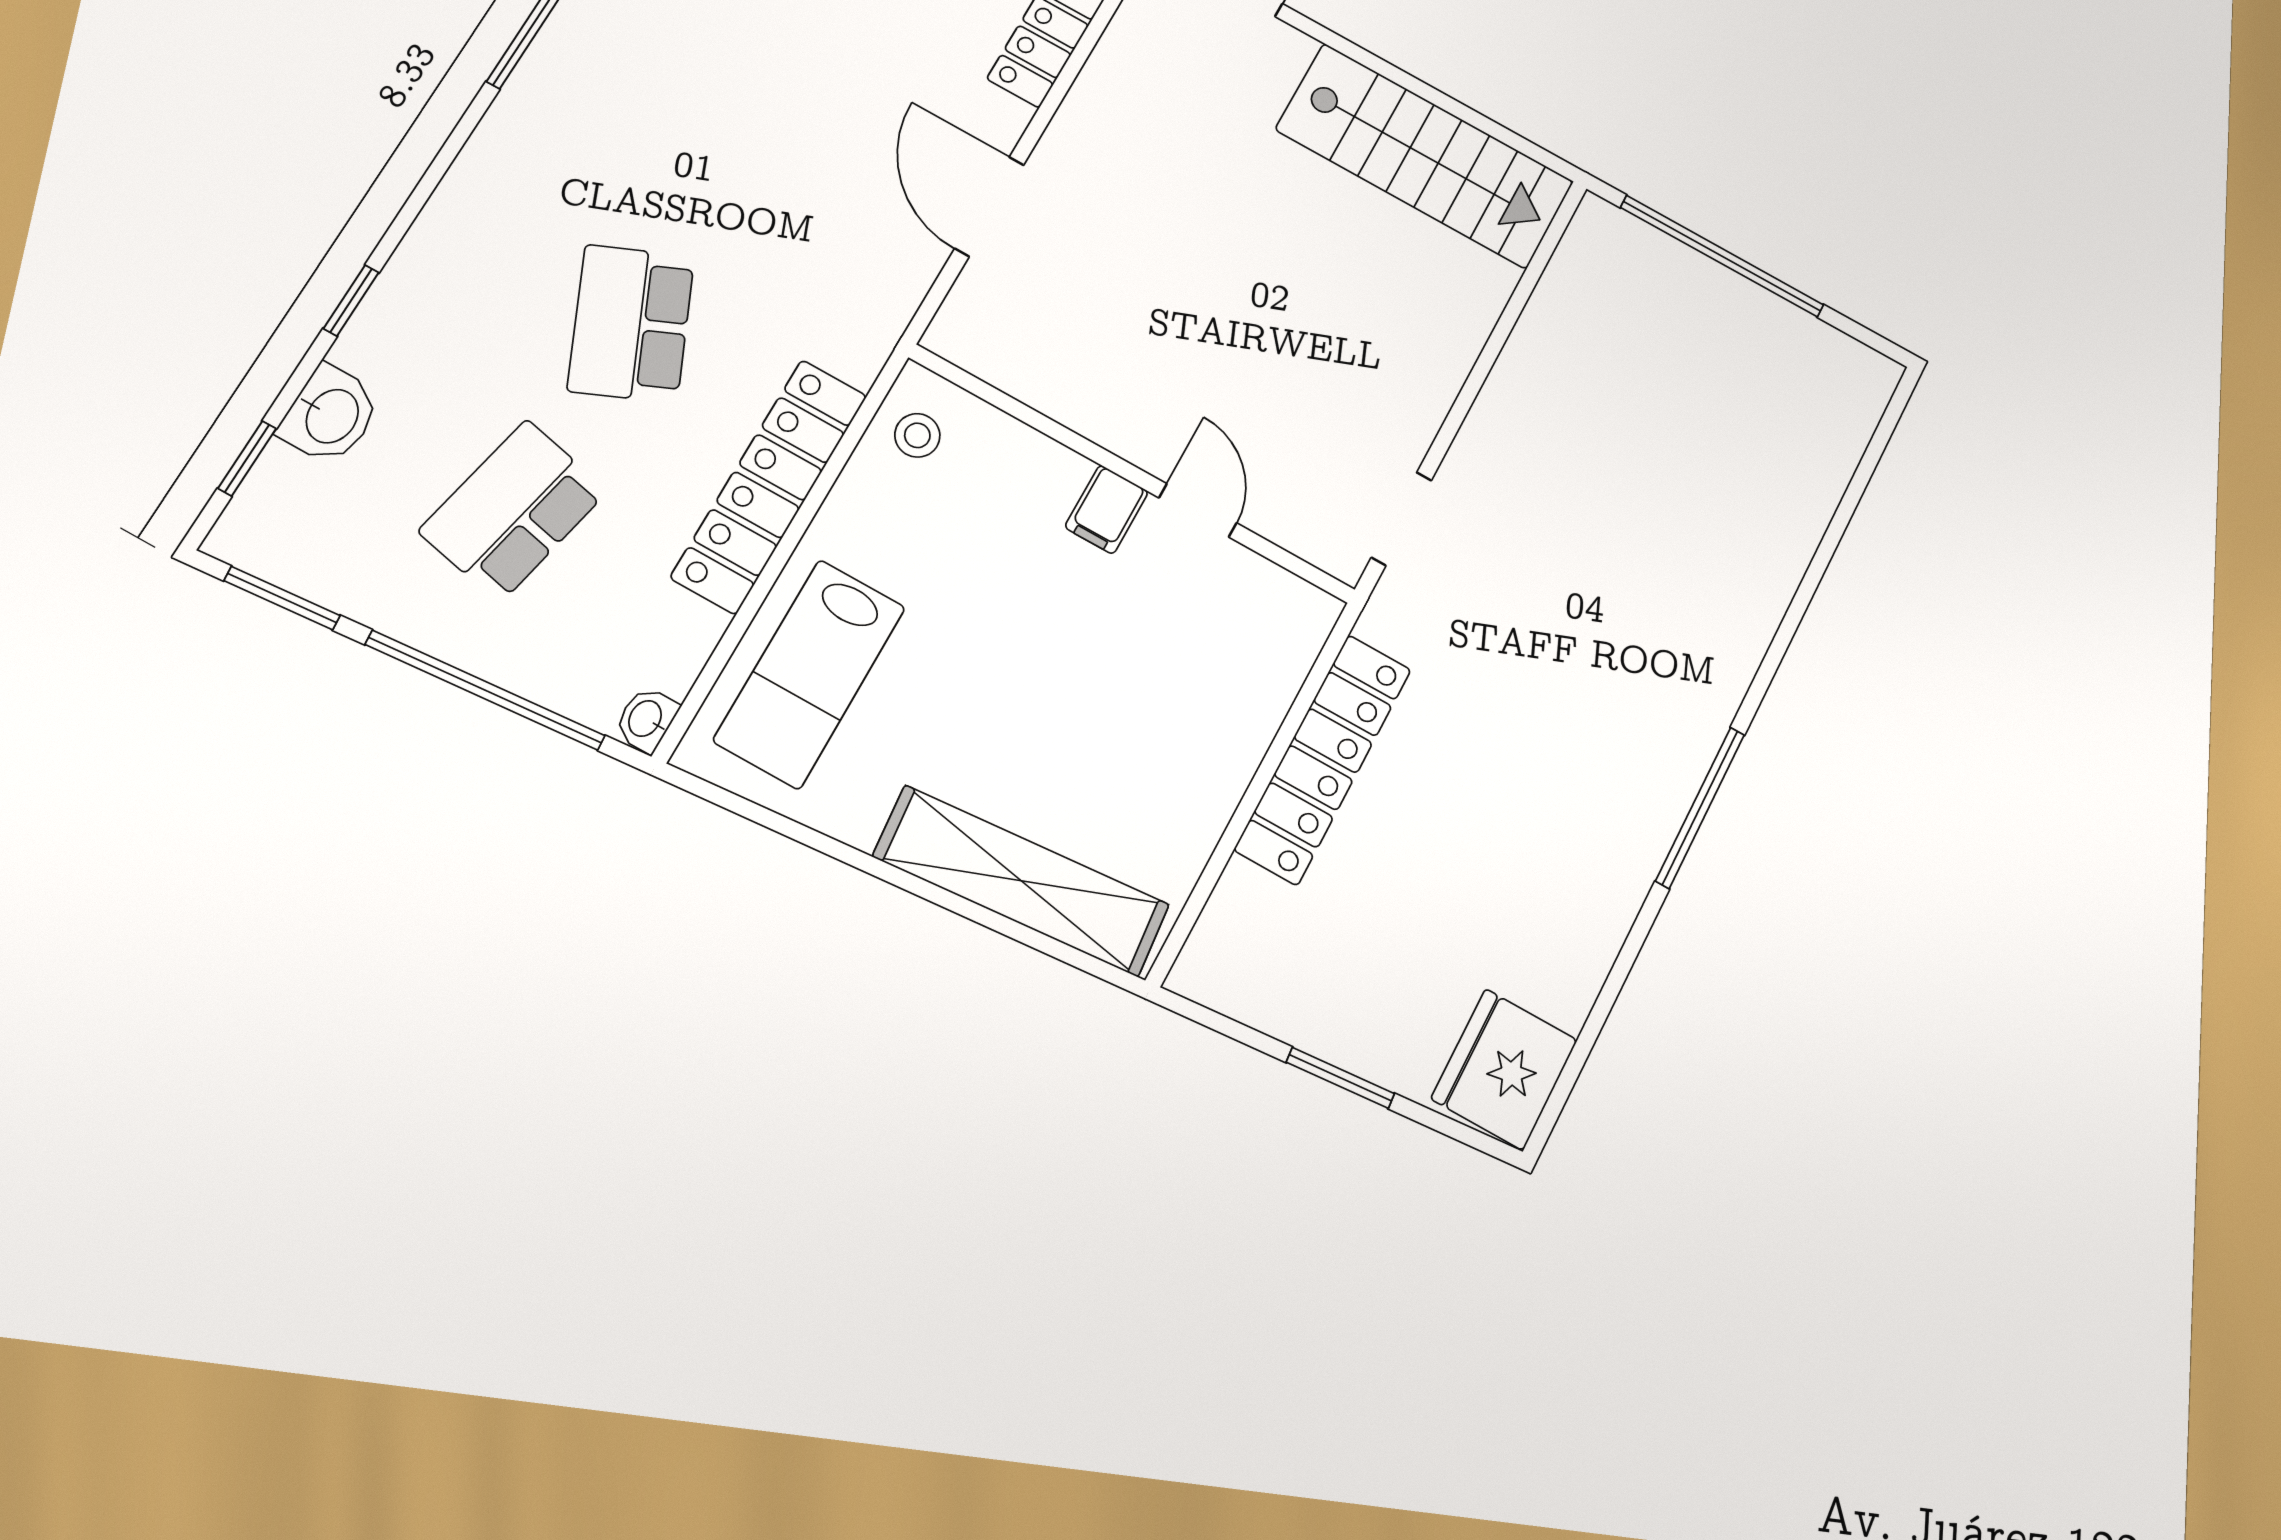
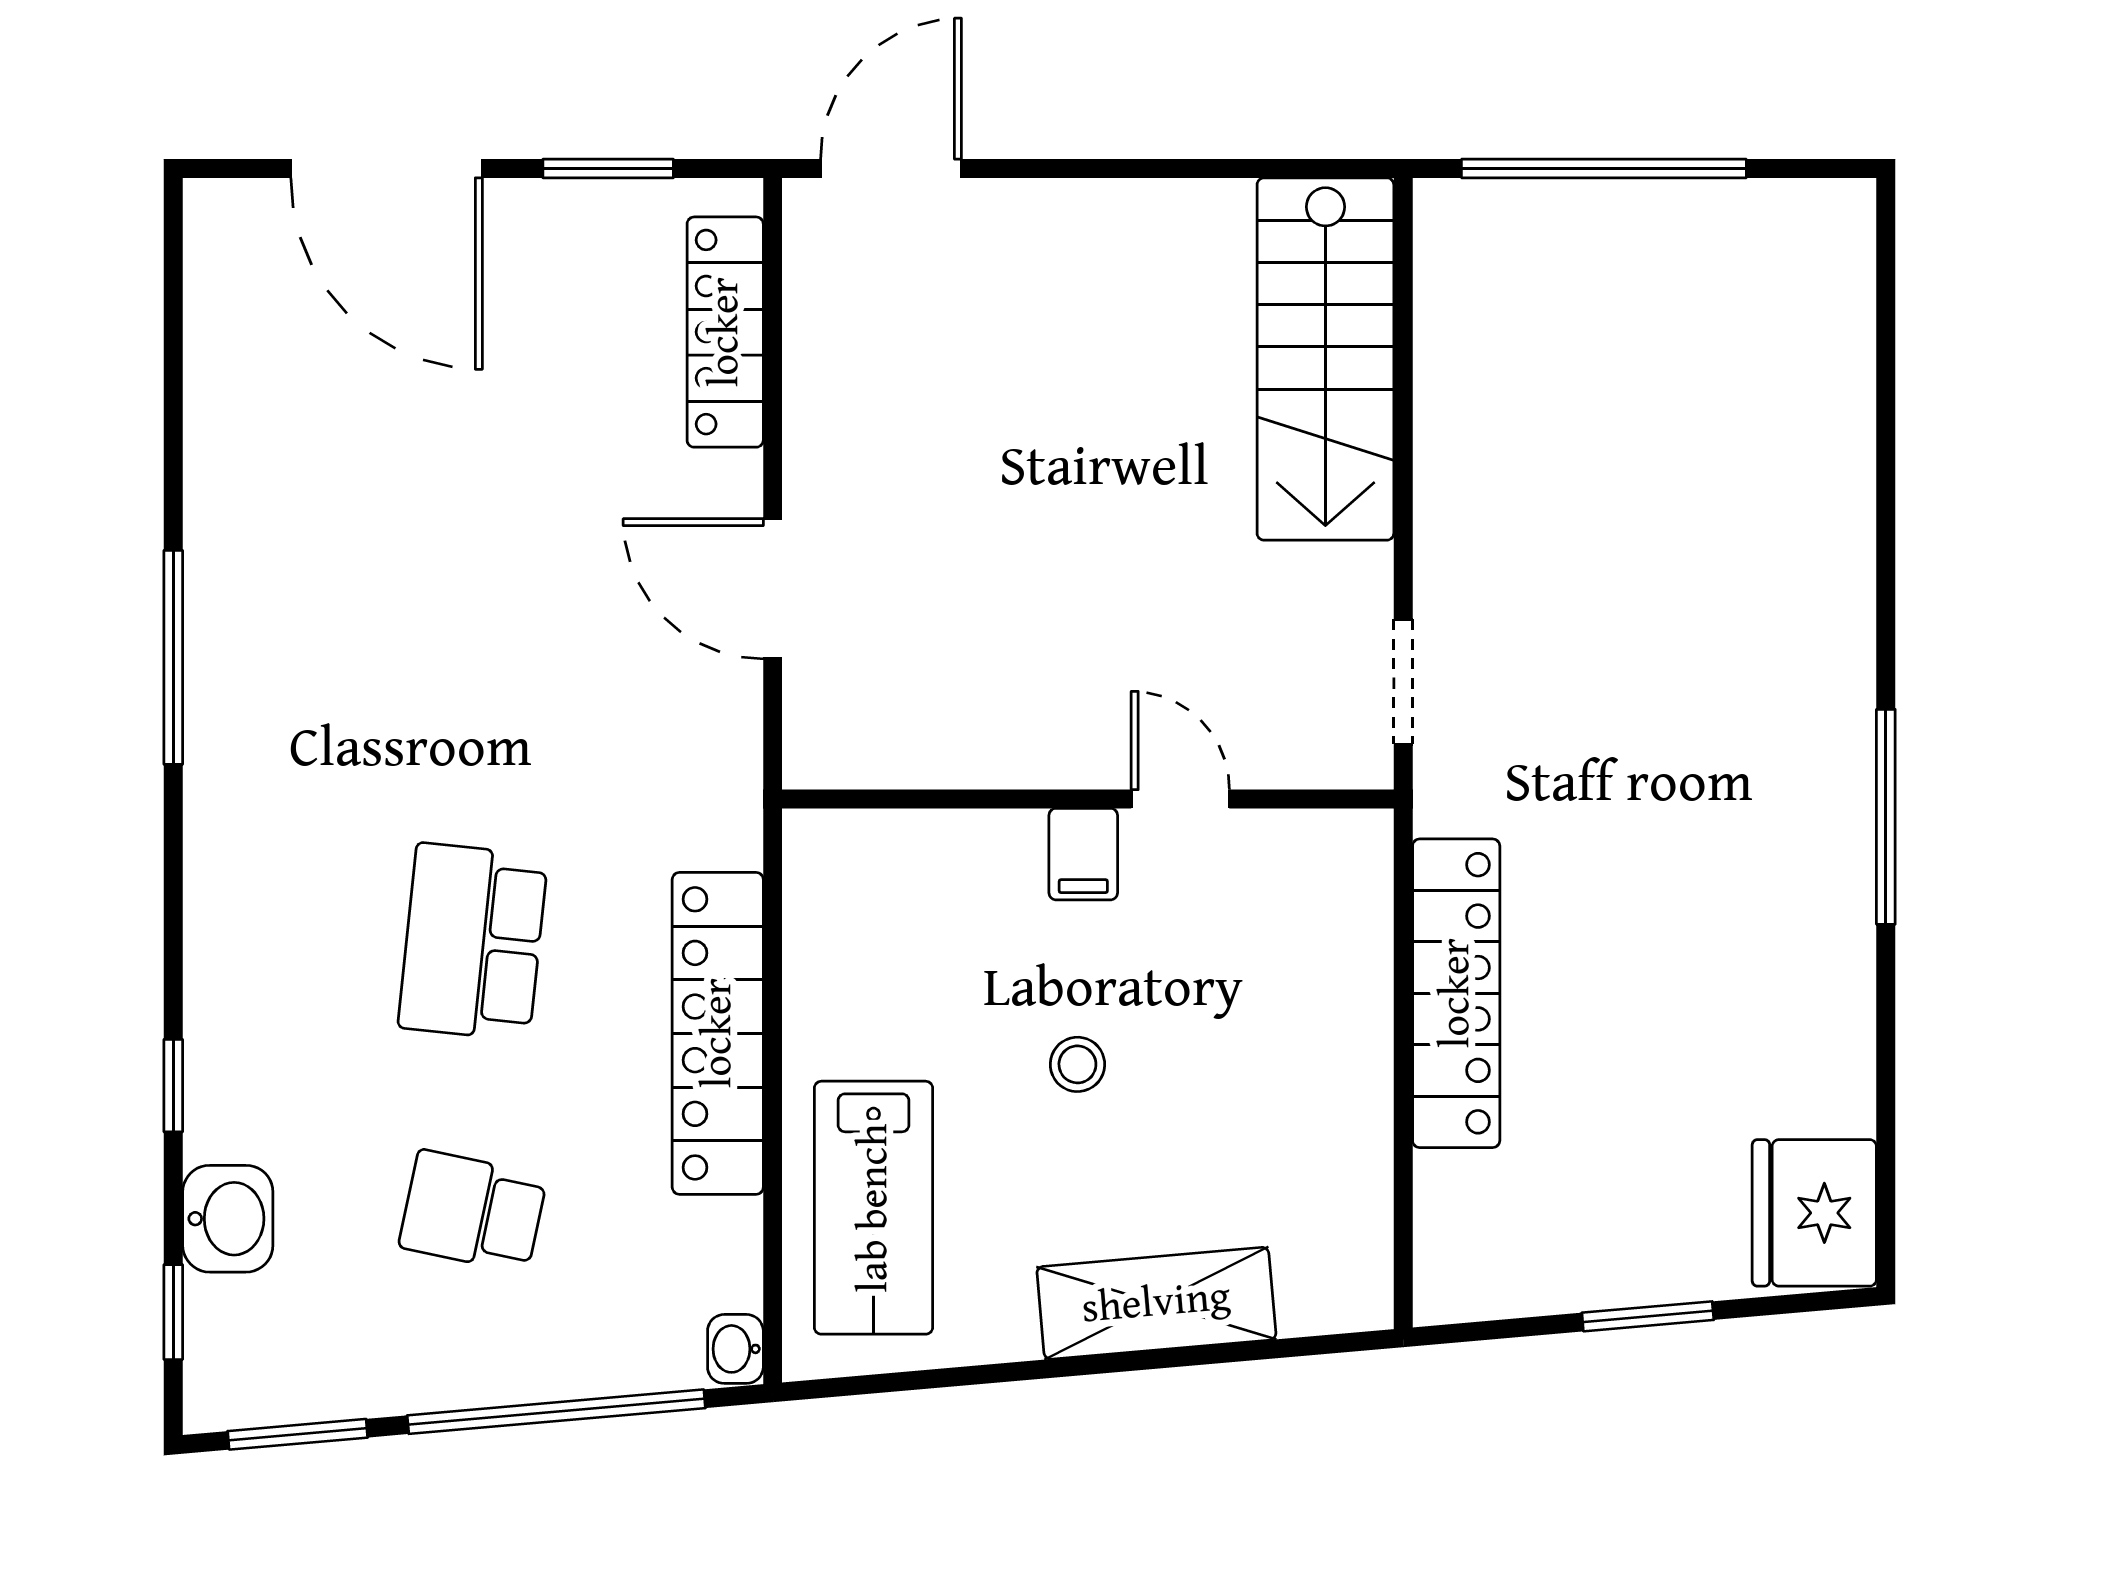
stairs: (1425, 156) -> (1325, 359), moved, turned 90
school desk: (631, 324) -> (473, 942), turned 30
stool: (917, 435) -> (1077, 1064), moved
school desk: (513, 511) -> (473, 1211), width x0.54
shelving: (1021, 881) -> (1156, 1303), width x0.68

